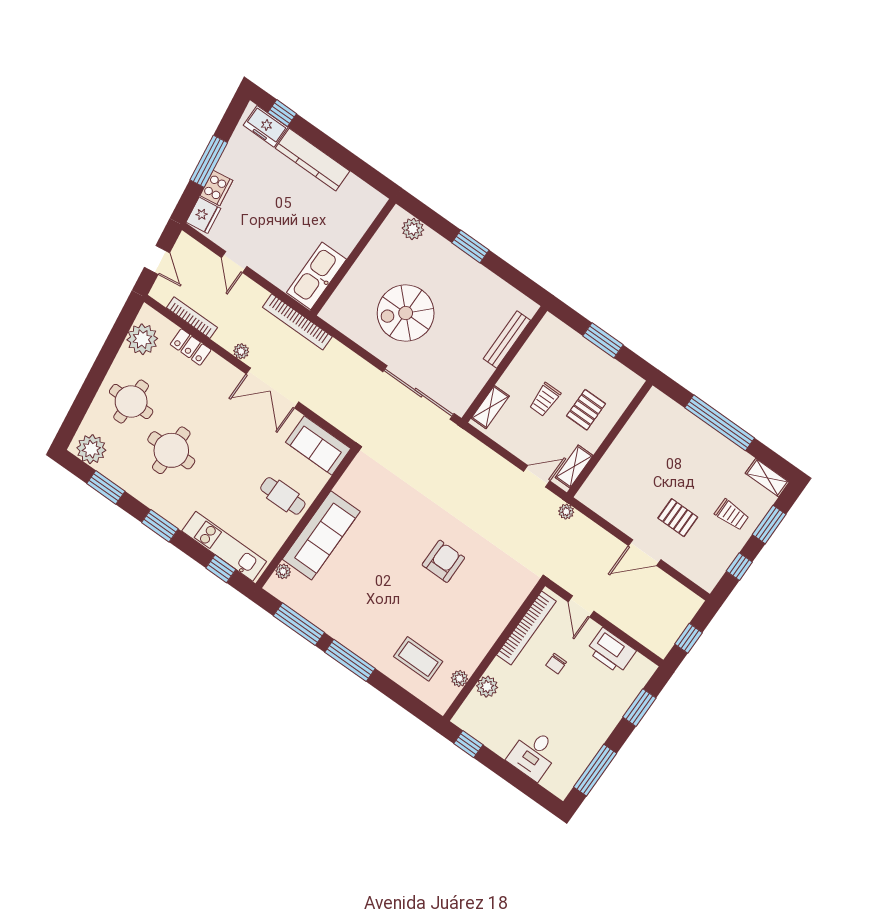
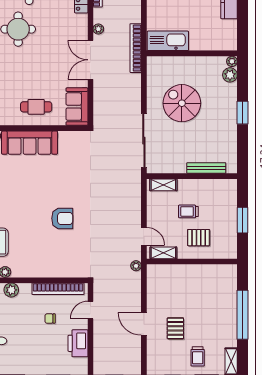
plant: (398, 215) -> (232, 61), added
cafe table: (283, 496) -> (36, 107), turned 90

